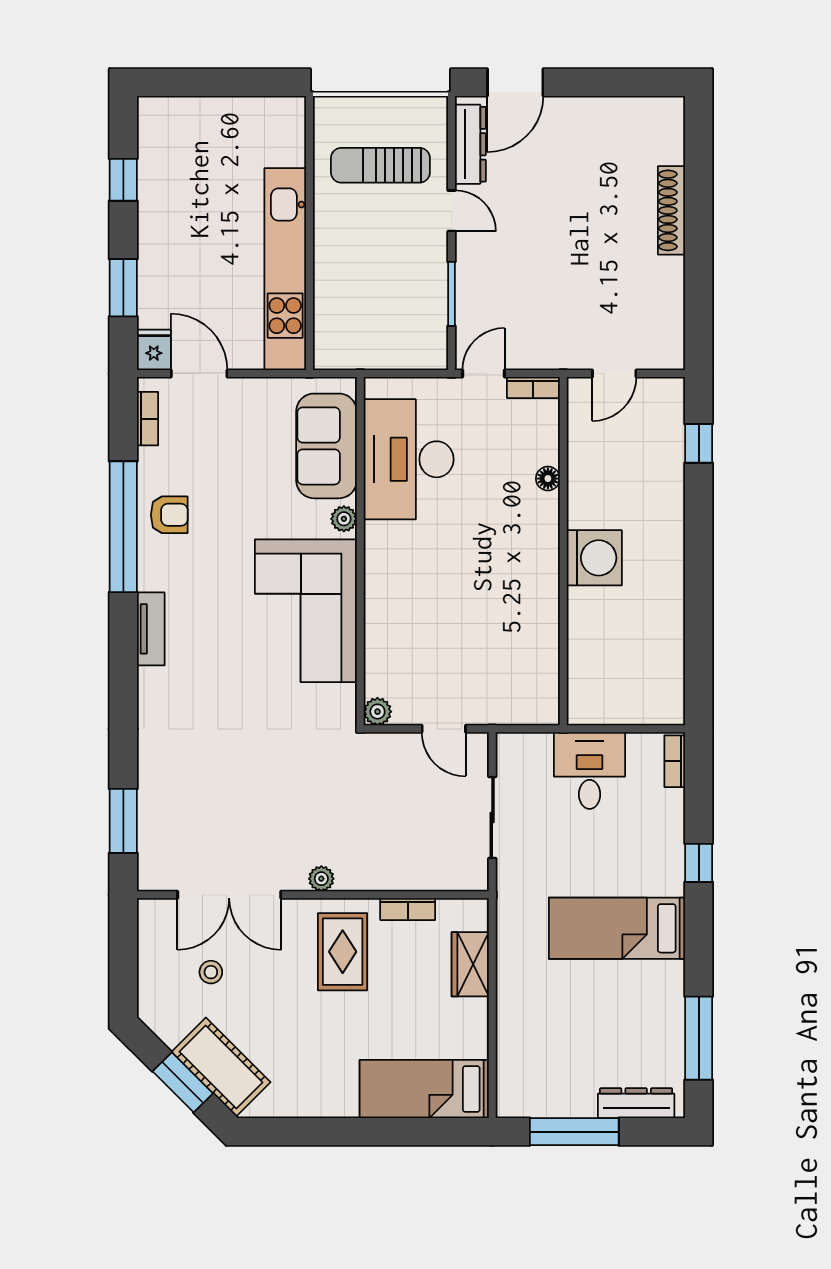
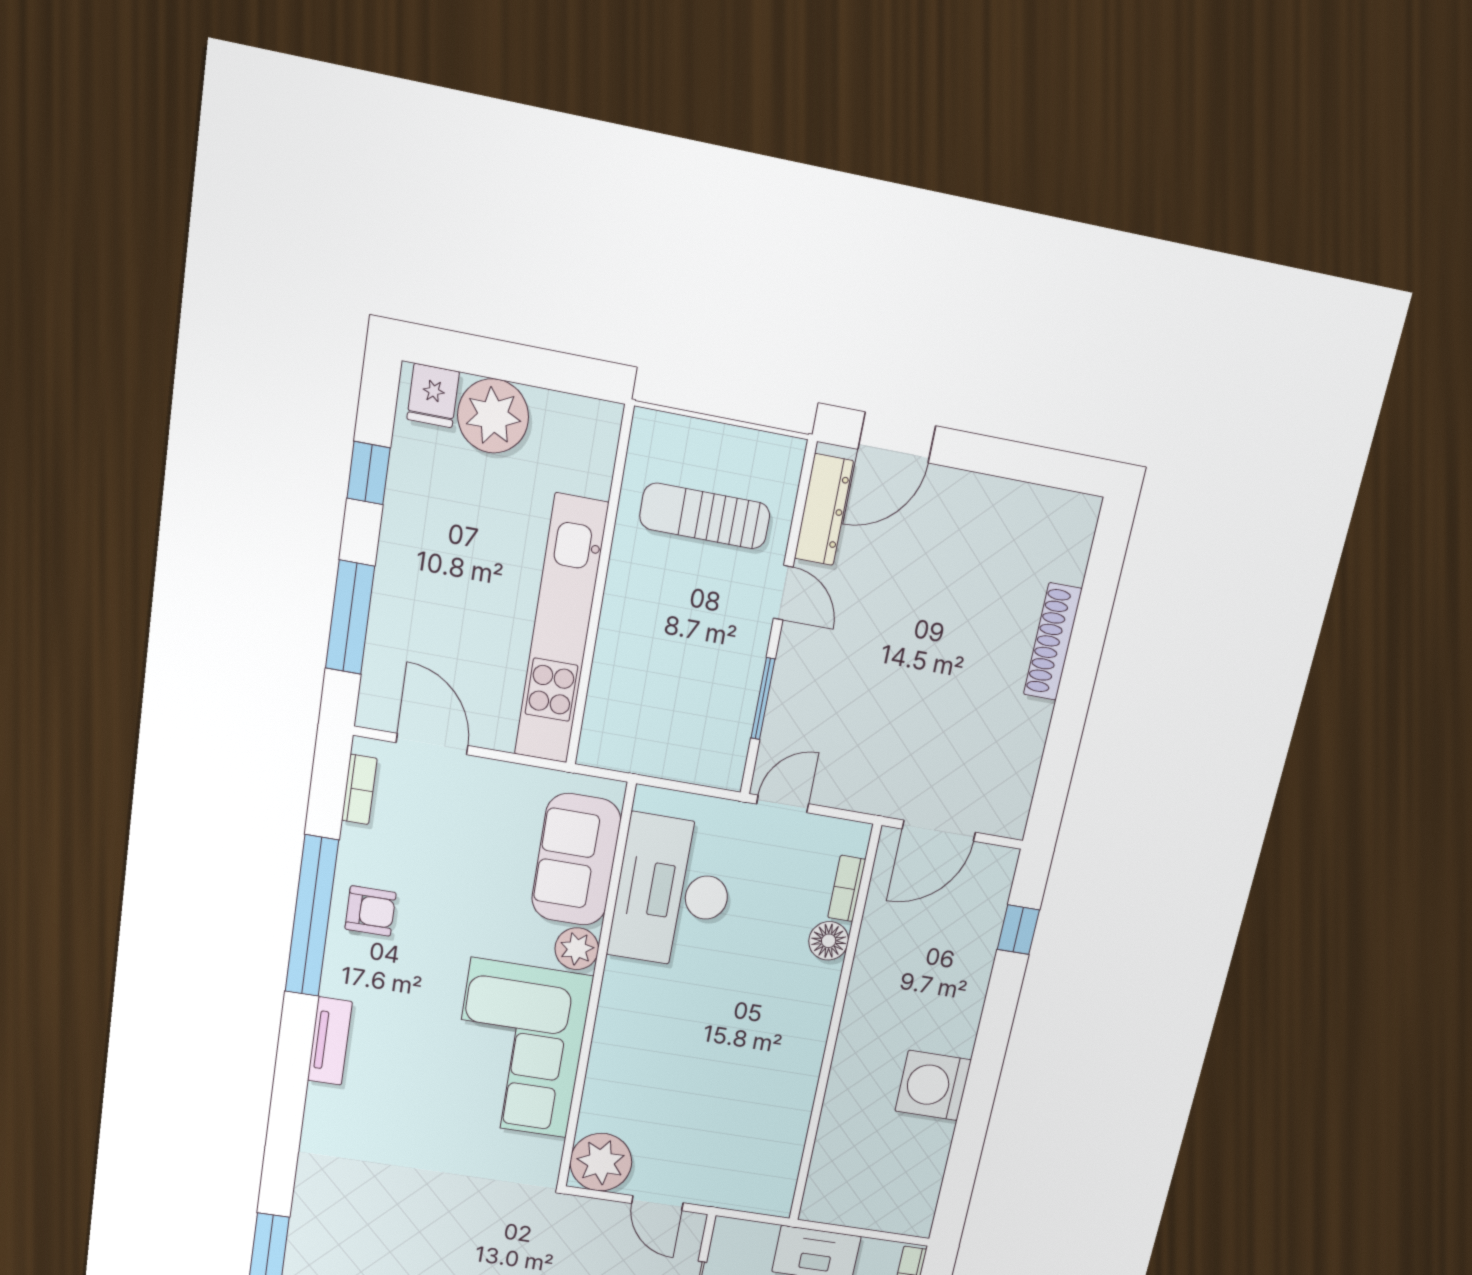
plant: (209, 122) -> (493, 416), added
window: (123, 288) -> (350, 617), width x1.44
fridge: (154, 350) -> (433, 396), moved, turned 180
door: (614, 373) -> (939, 831), width x1.37
bookcase: (533, 387) -> (847, 888), moved, turned 90
floor lamp: (548, 479) -> (829, 941), width x1.37, depth x1.37
plant: (344, 519) -> (577, 949), width x1.38, depth x1.38
washing machine: (594, 558) -> (933, 1085), moved, turned 180
plant: (377, 712) -> (601, 1162), width x1.88, depth x1.88

